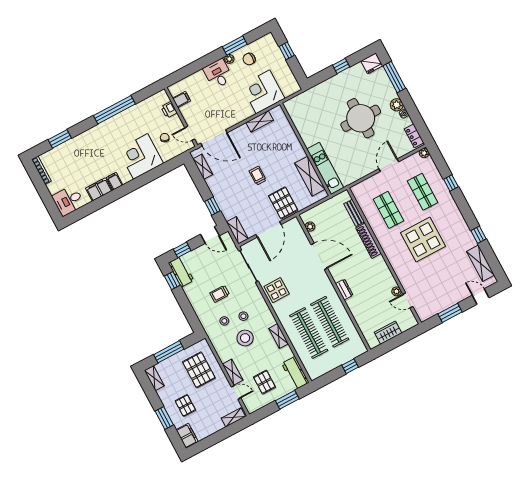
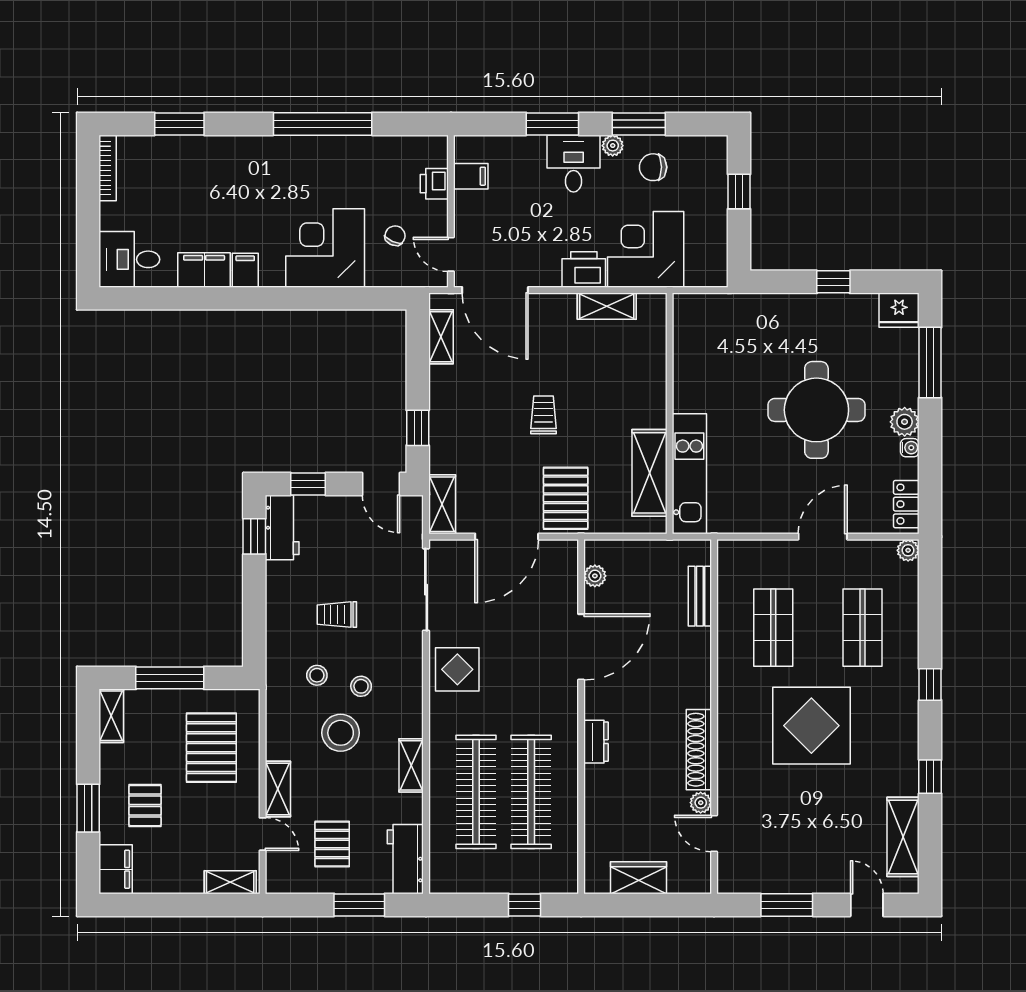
window: (202, 63) -> (552, 124), added
printer: (243, 112) -> (584, 269), added
window: (451, 183) -> (930, 684), moved
shoe rack: (368, 241) -> (699, 750), moved
door: (319, 256) -> (581, 647), hinge flipped

